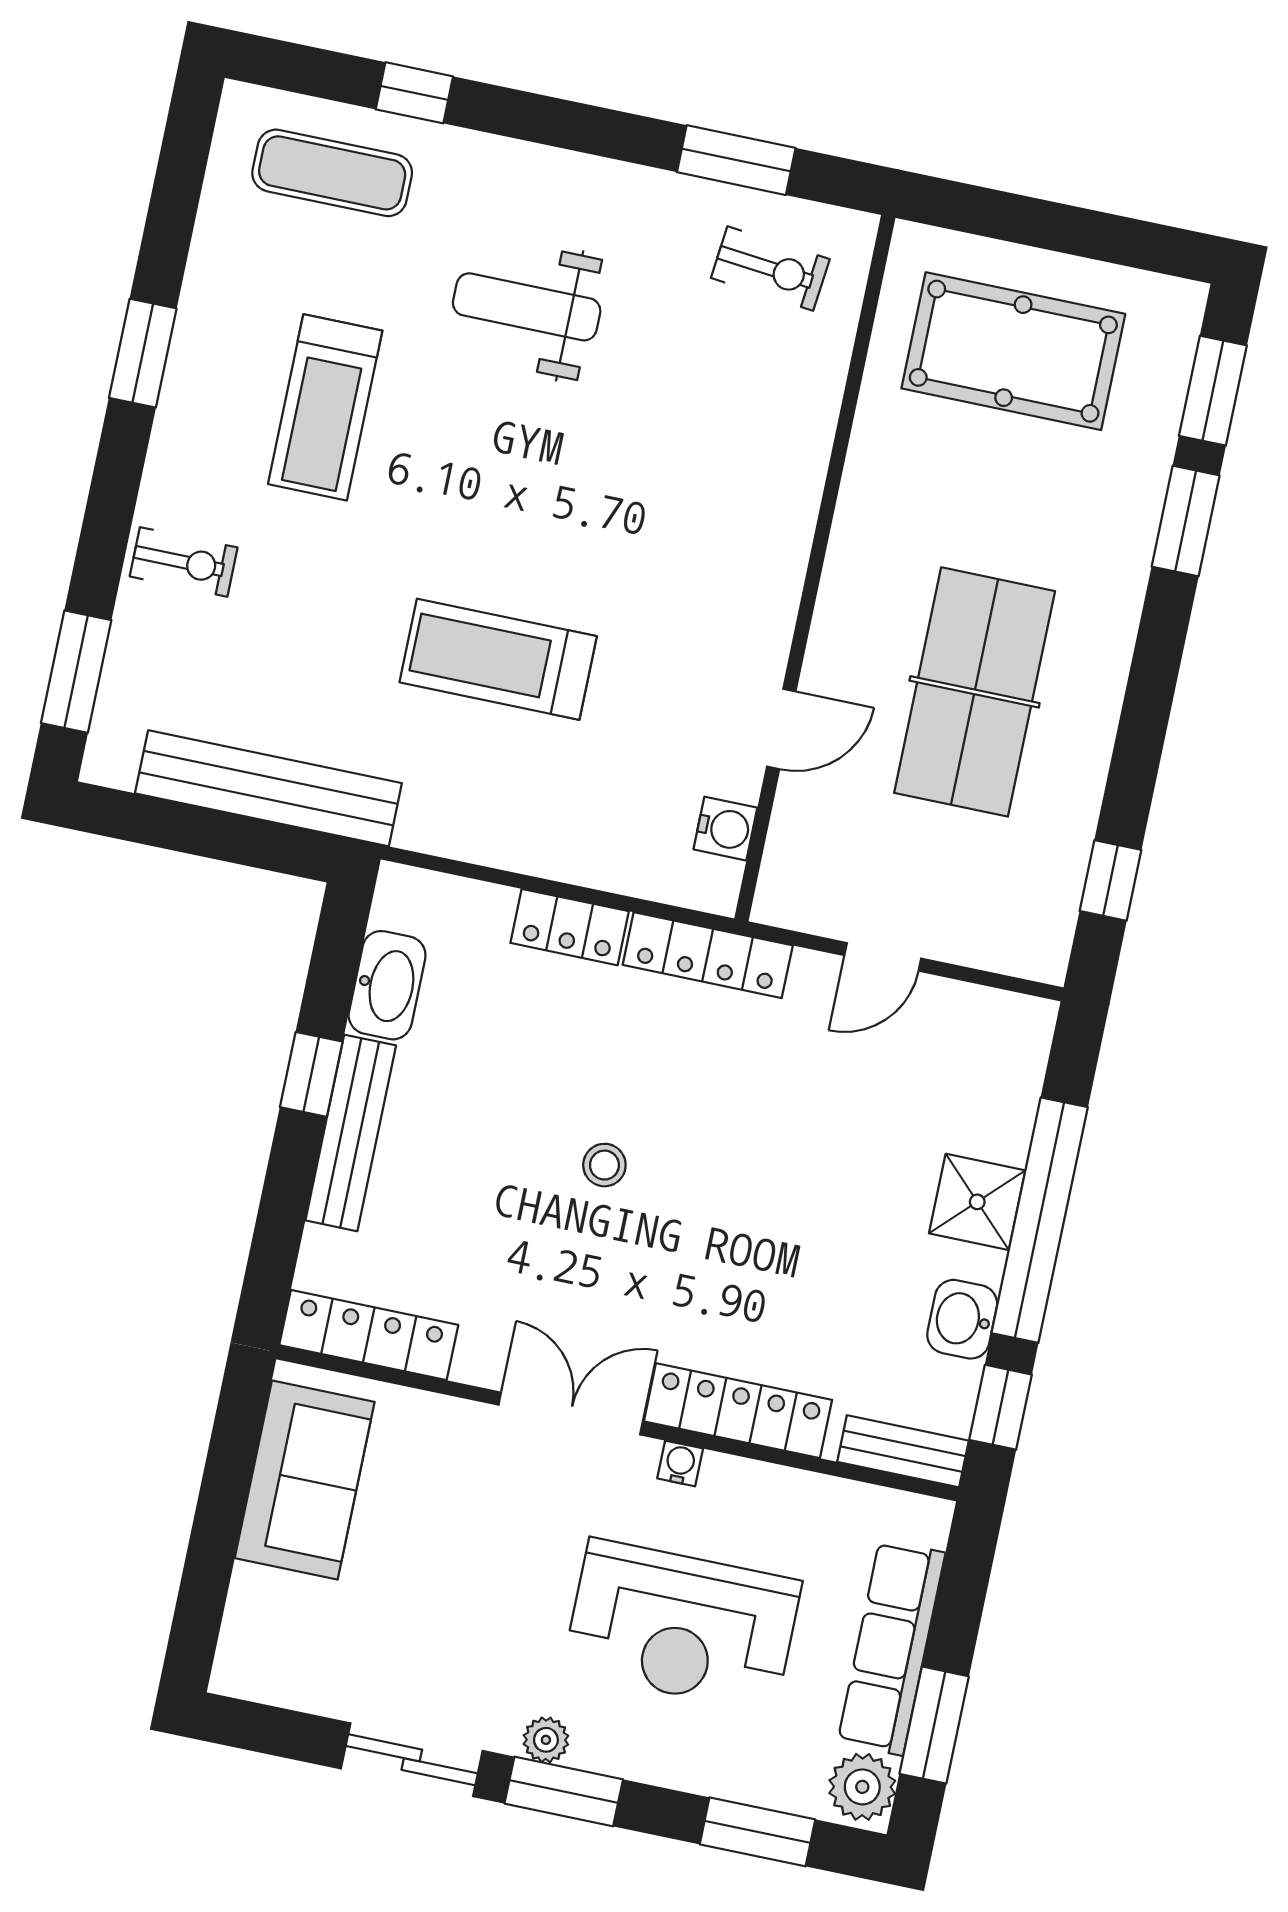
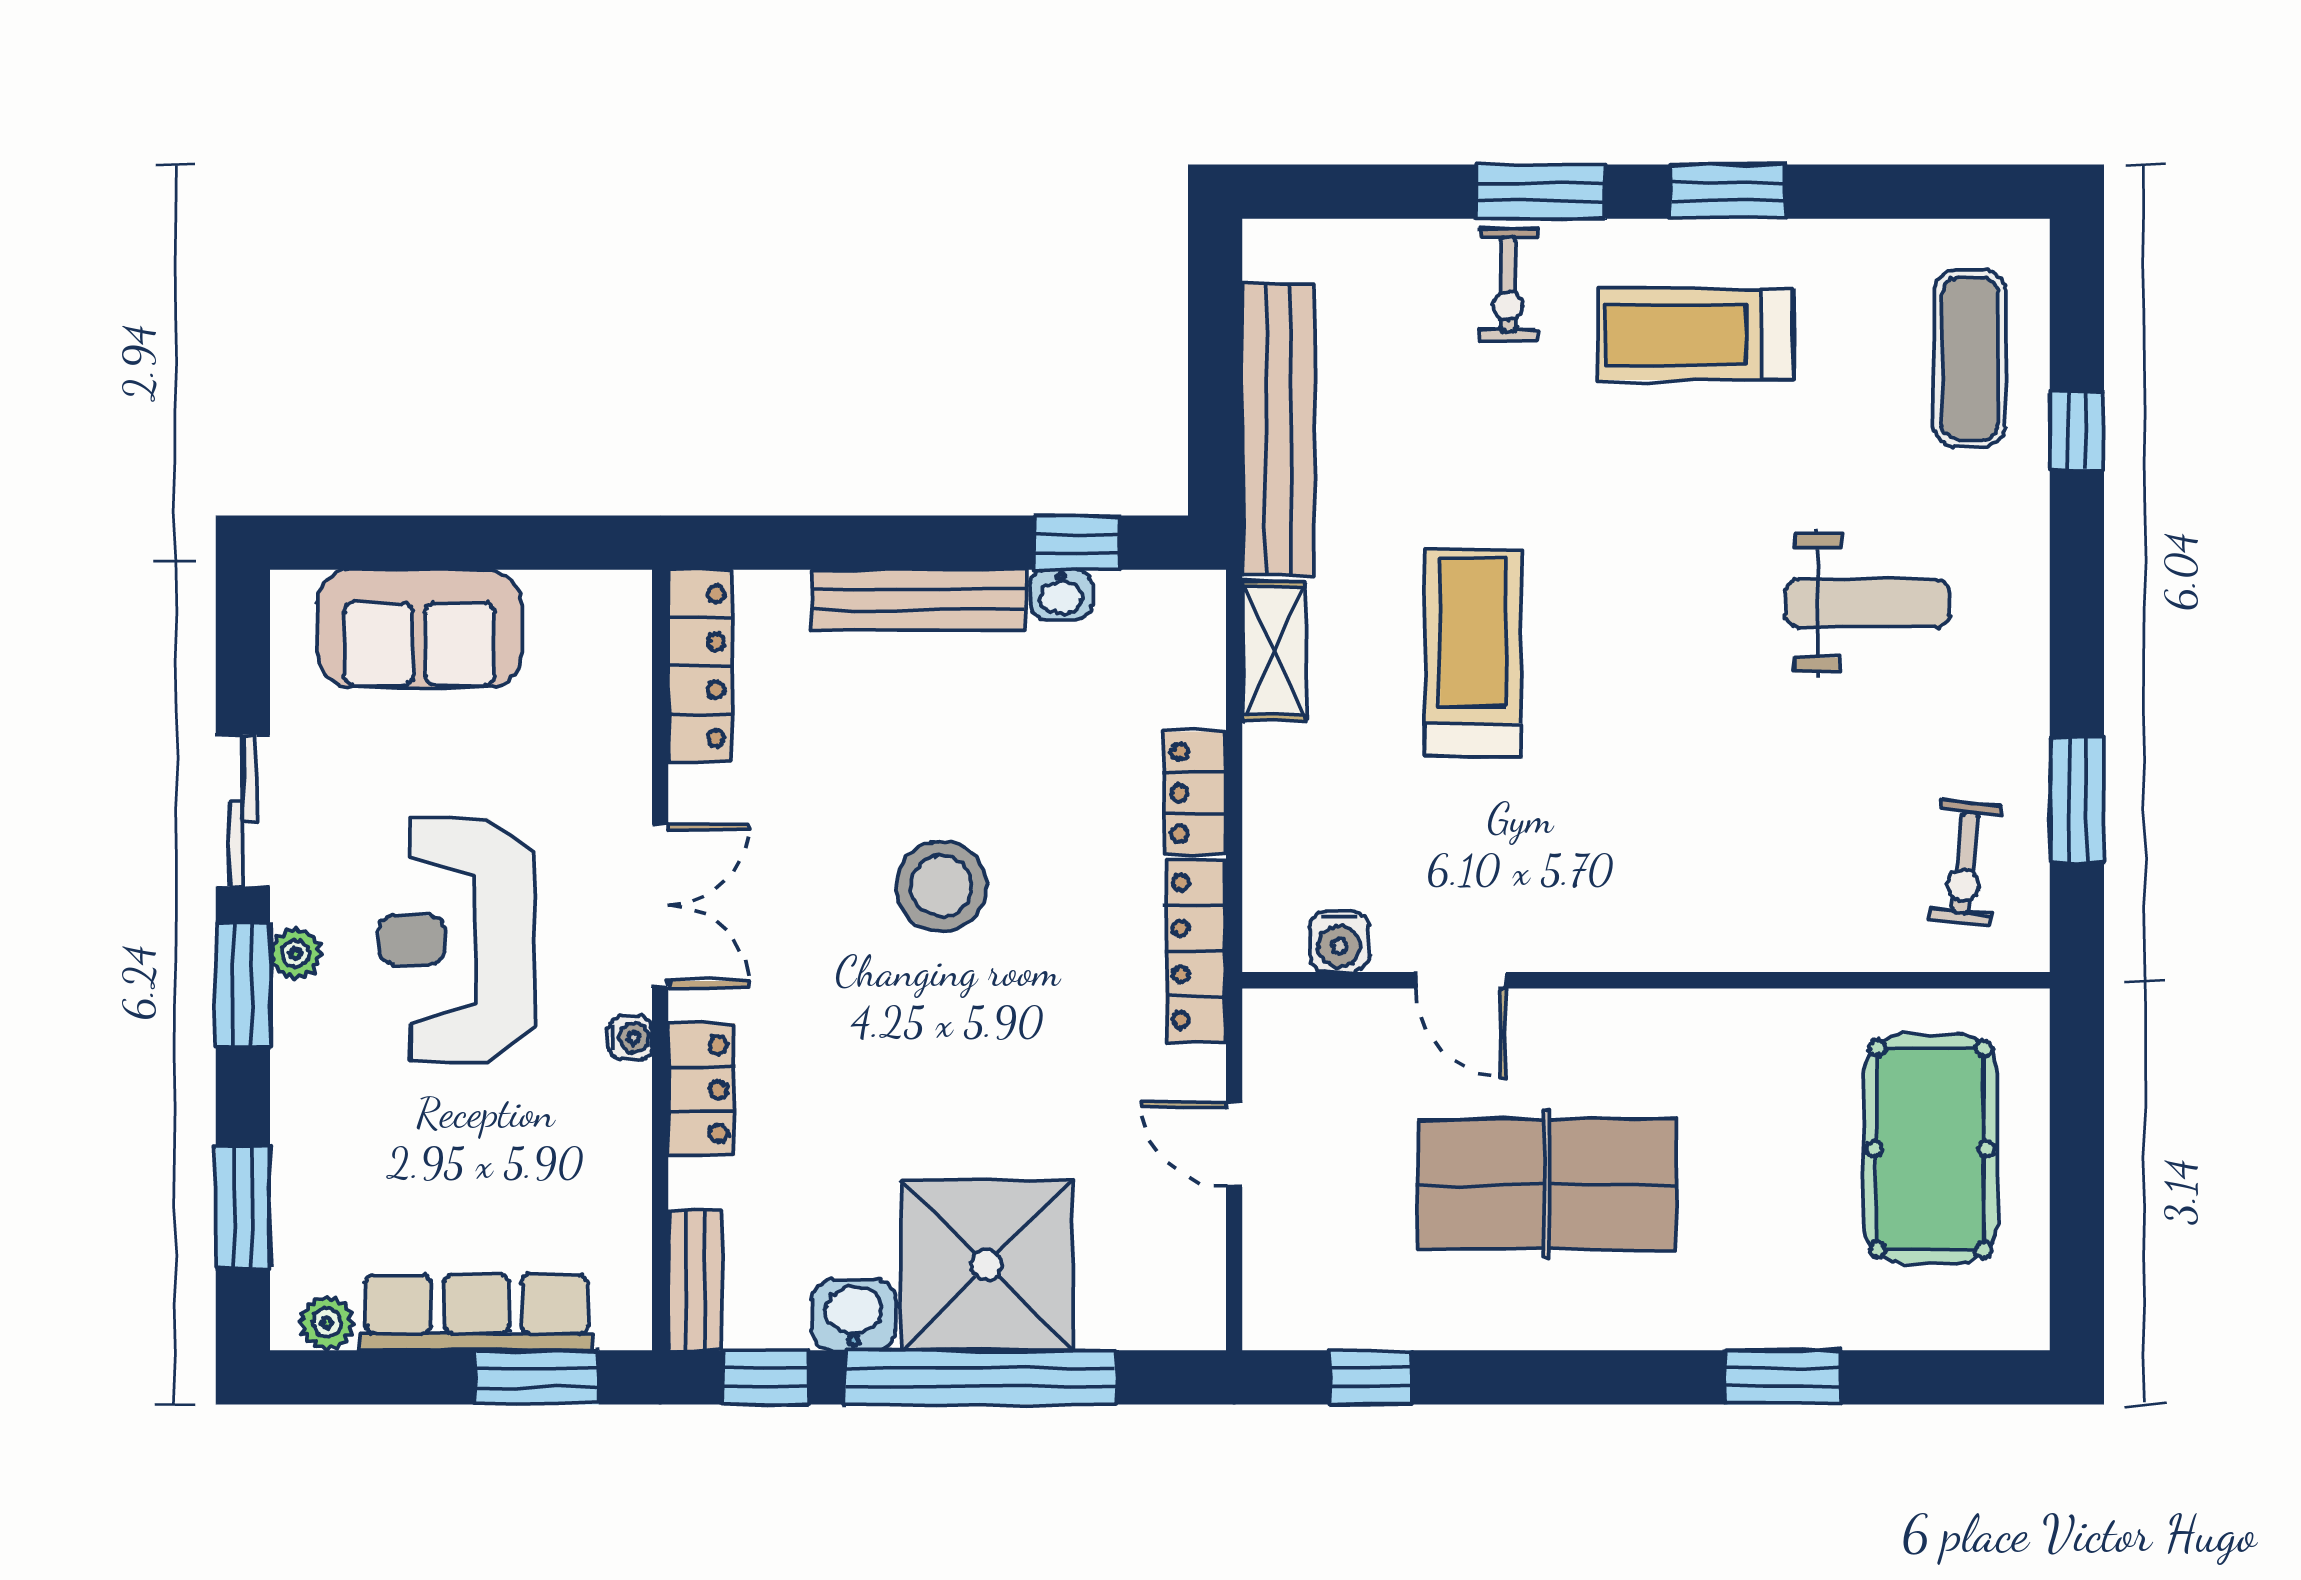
weight bench: (527, 307) -> (1867, 603), turned 90
window: (1213, 391) -> (1933, 1377), removed
treadmill: (325, 407) -> (1695, 335), moved
window: (76, 672) -> (1541, 192), moved
shelving: (460, 833) -> (1274, 651), added
washbasin: (387, 985) -> (1061, 595), width x0.52, depth x0.69
window: (311, 1074) -> (1077, 543), moved
stool: (604, 1165) -> (941, 886), width x1.89, depth x1.89
shower: (977, 1202) -> (986, 1265), width x1.86, depth x1.86
locker: (738, 1411) -> (702, 1089), width x0.66
sofa: (305, 1480) -> (419, 629), moved
reception desk: (682, 1626) -> (457, 940), moved
window: (934, 1725) -> (537, 1377), moved
plant: (862, 1787) -> (327, 1323), width x0.73, depth x0.73

